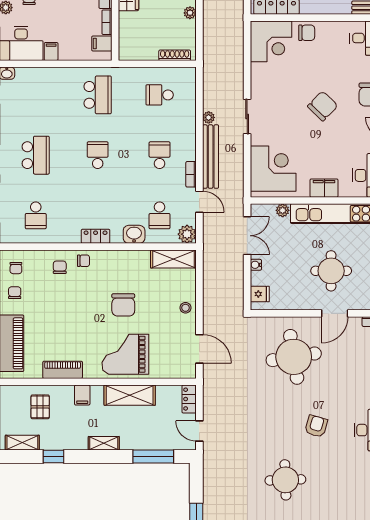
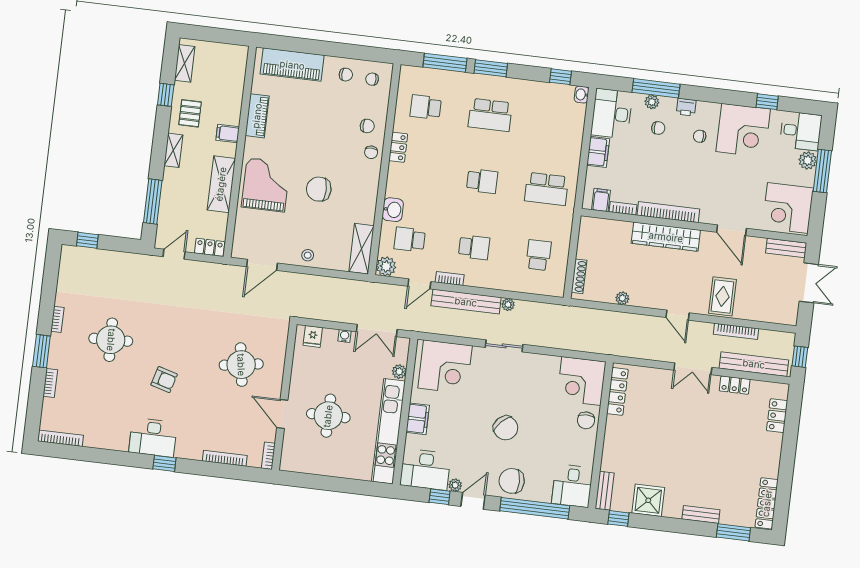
filing cabinet: (51, 51) -> (598, 152), width x2.00
locker: (96, 236) -> (398, 147), moved
round table: (294, 357) -> (241, 365), width x0.73, depth x0.73
pallet: (40, 407) -> (190, 113), moved, turned 90

